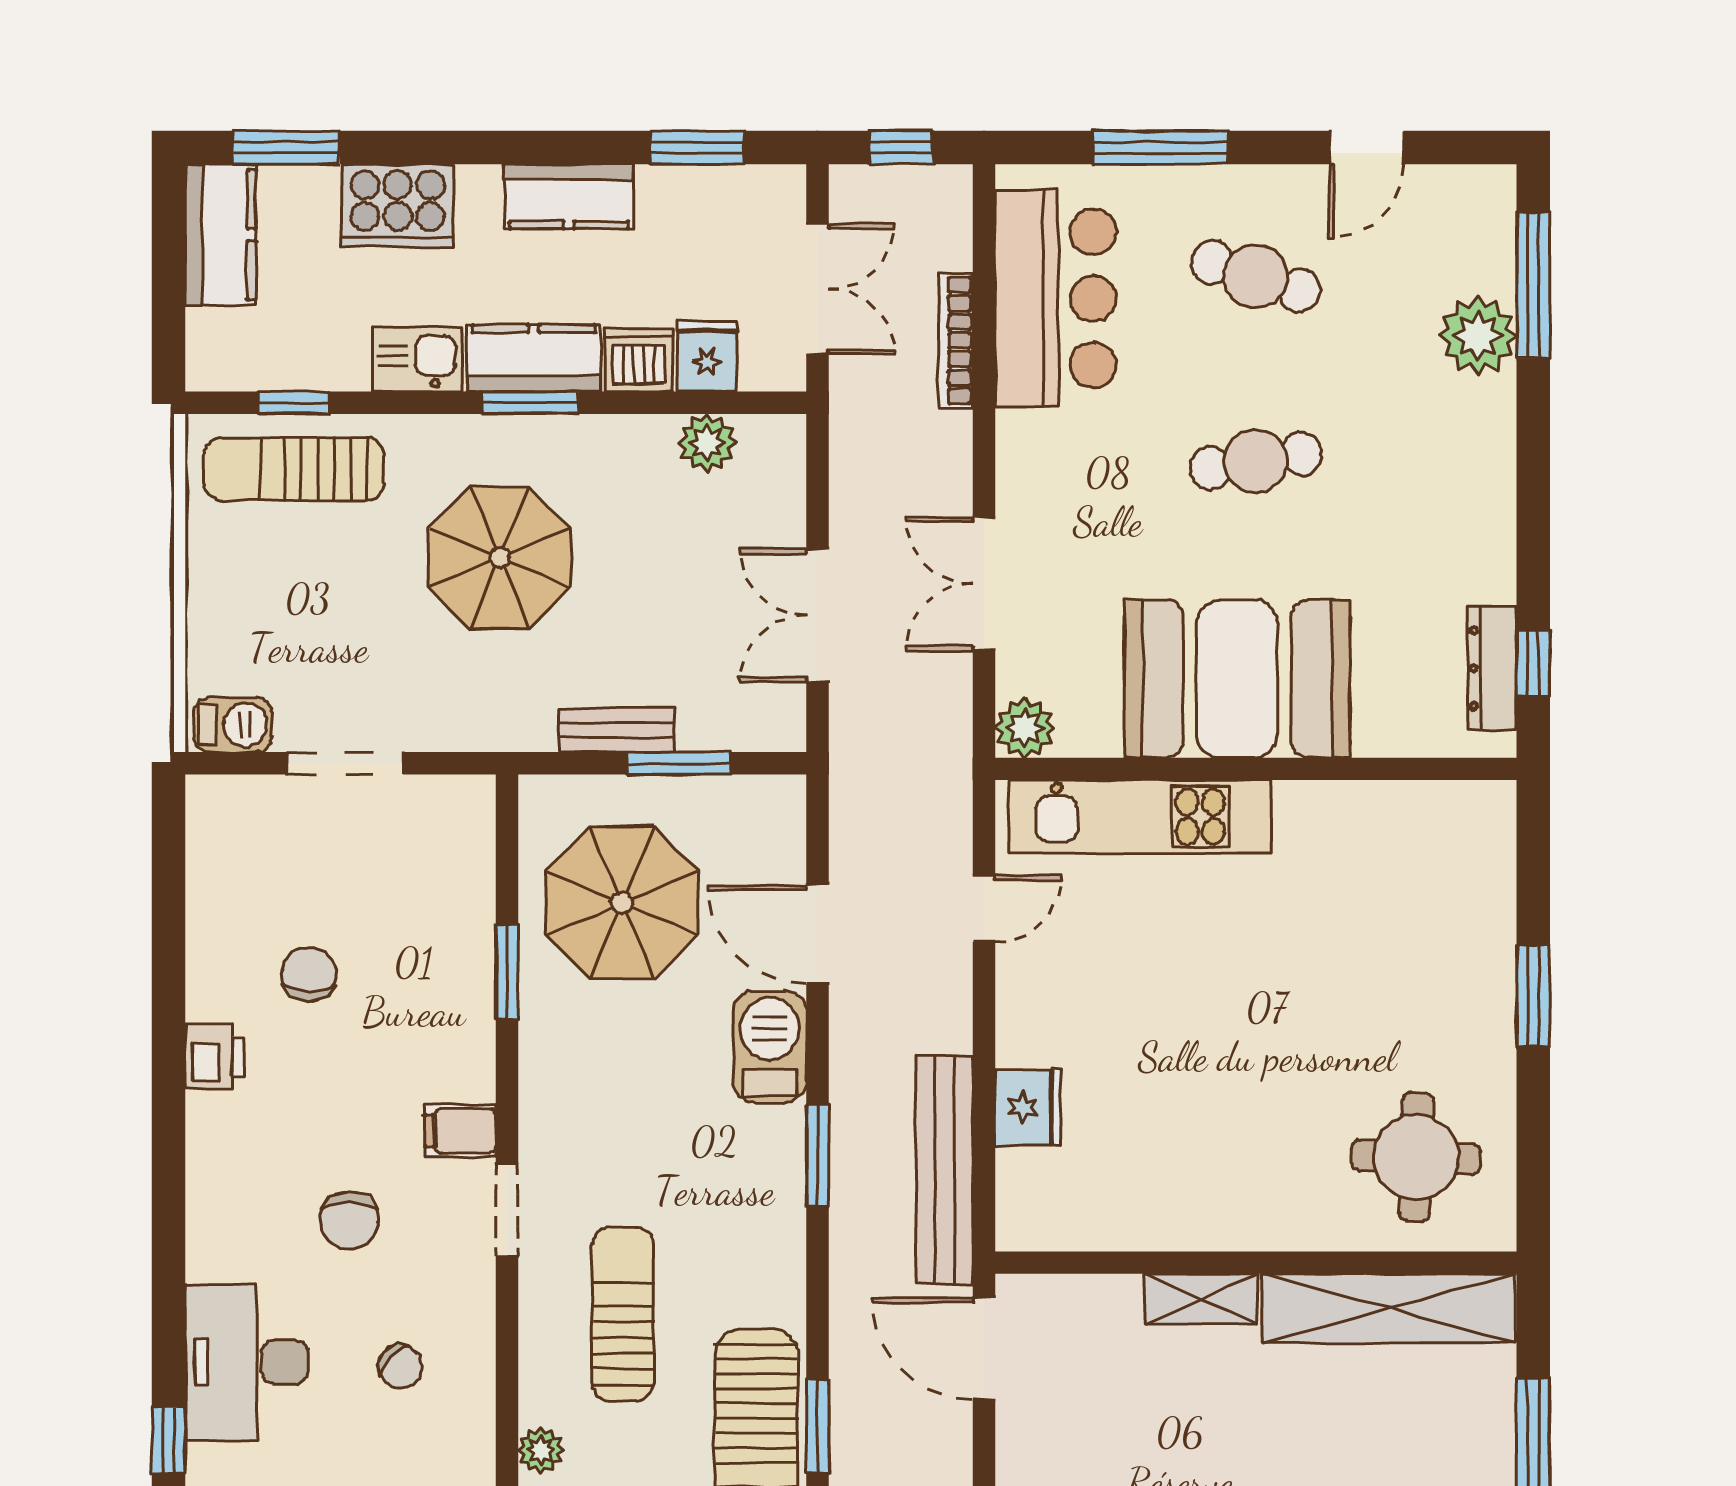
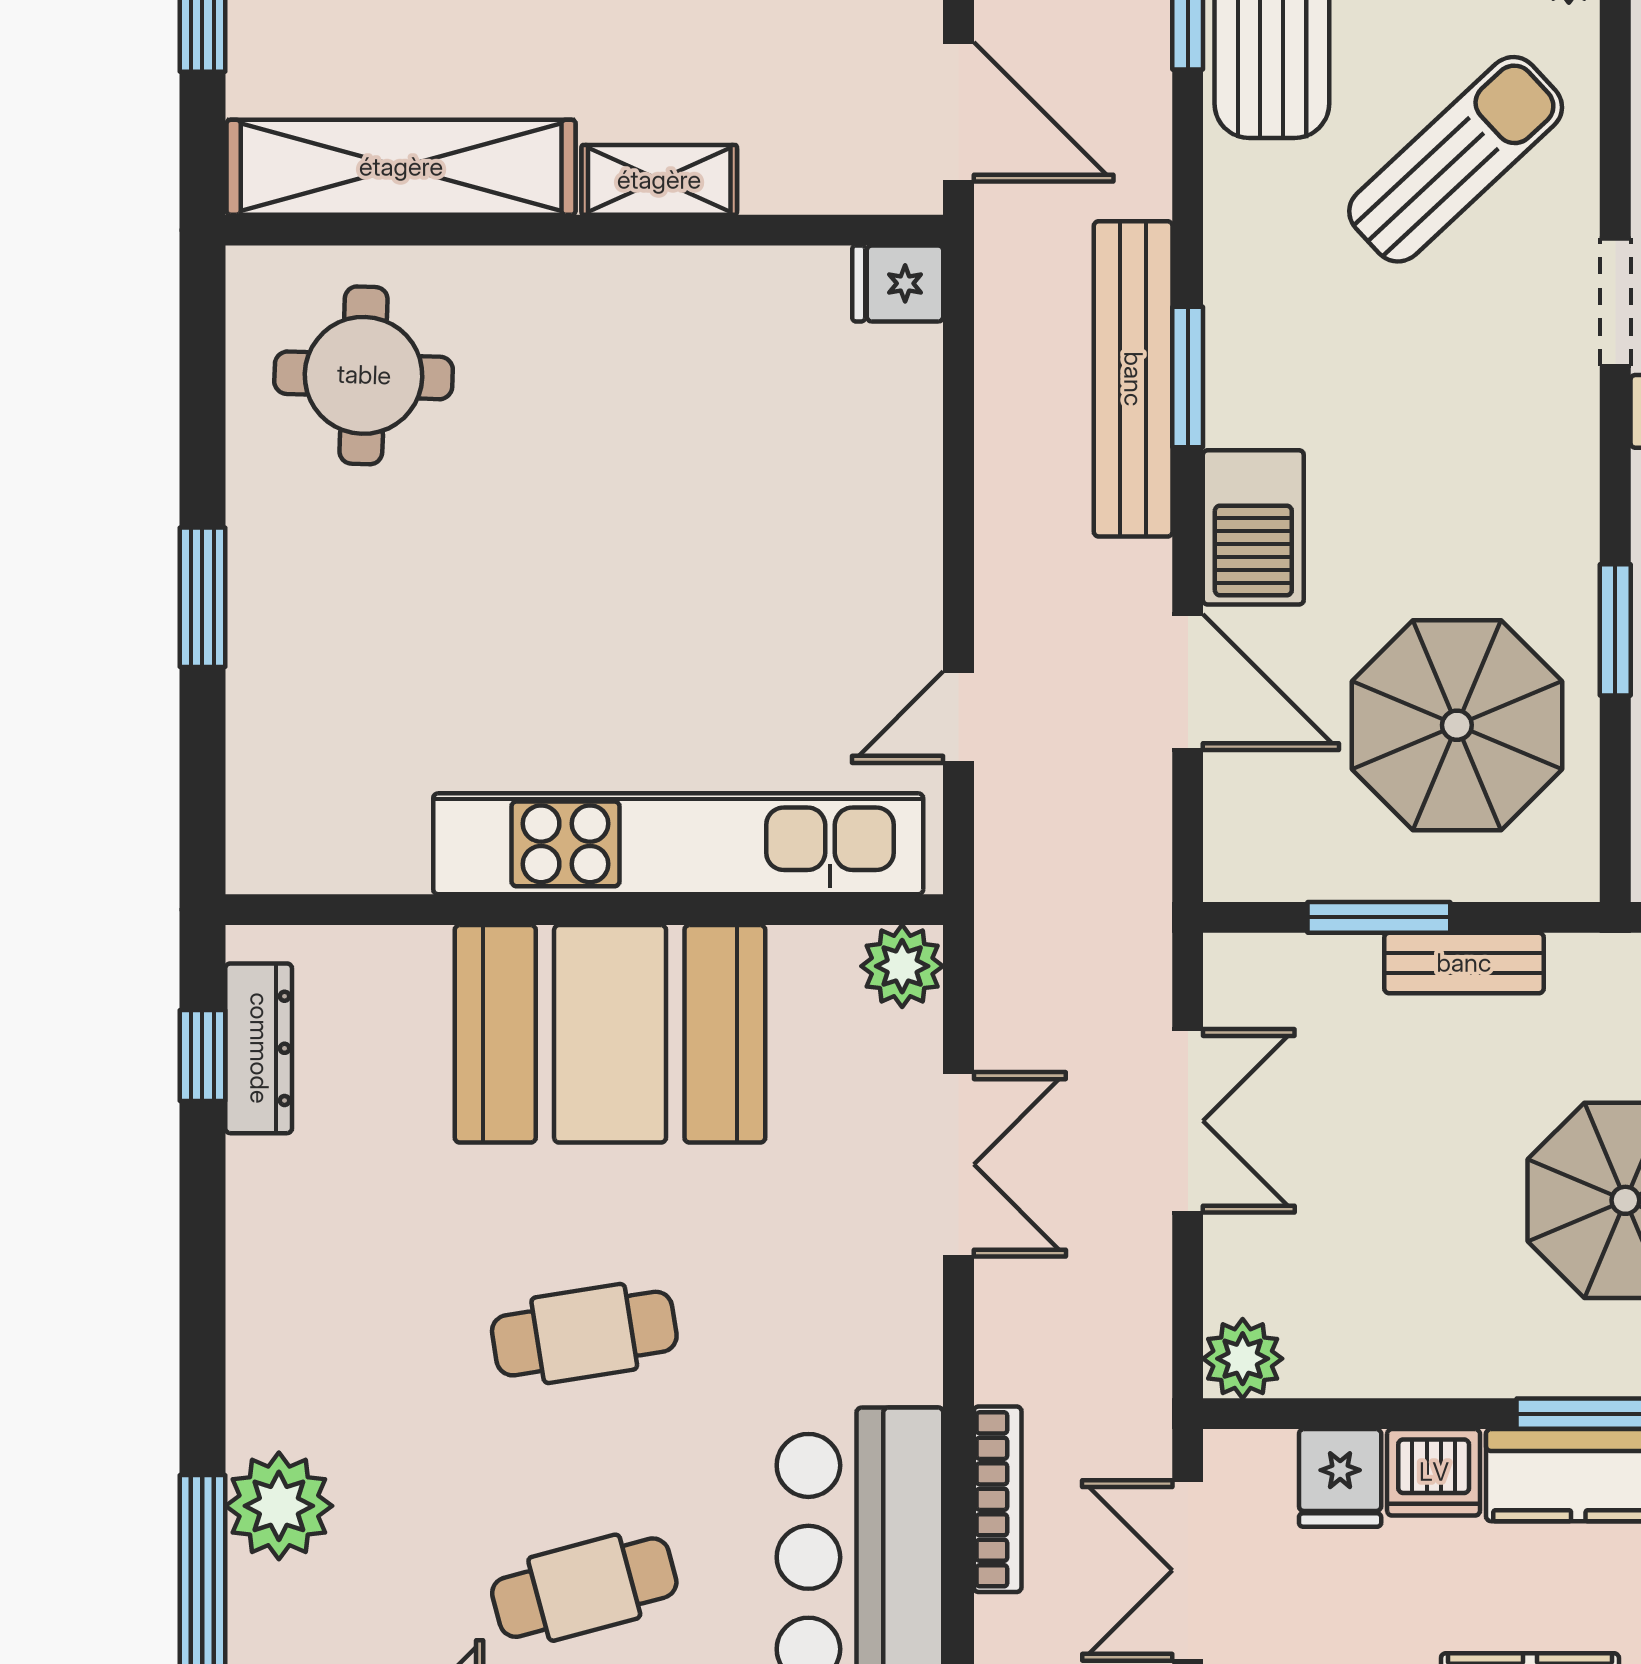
cafe table: (1256, 276) -> (584, 1588), turned -33
plant: (707, 443) -> (1243, 1359), moved
kitchen unit: (1140, 817) -> (678, 844), width x1.36
fridge: (1028, 1107) -> (898, 283), moved, width x0.72
bench: (944, 1170) -> (1133, 379), moved
sun lounger: (623, 1314) -> (1456, 159), turned -133

